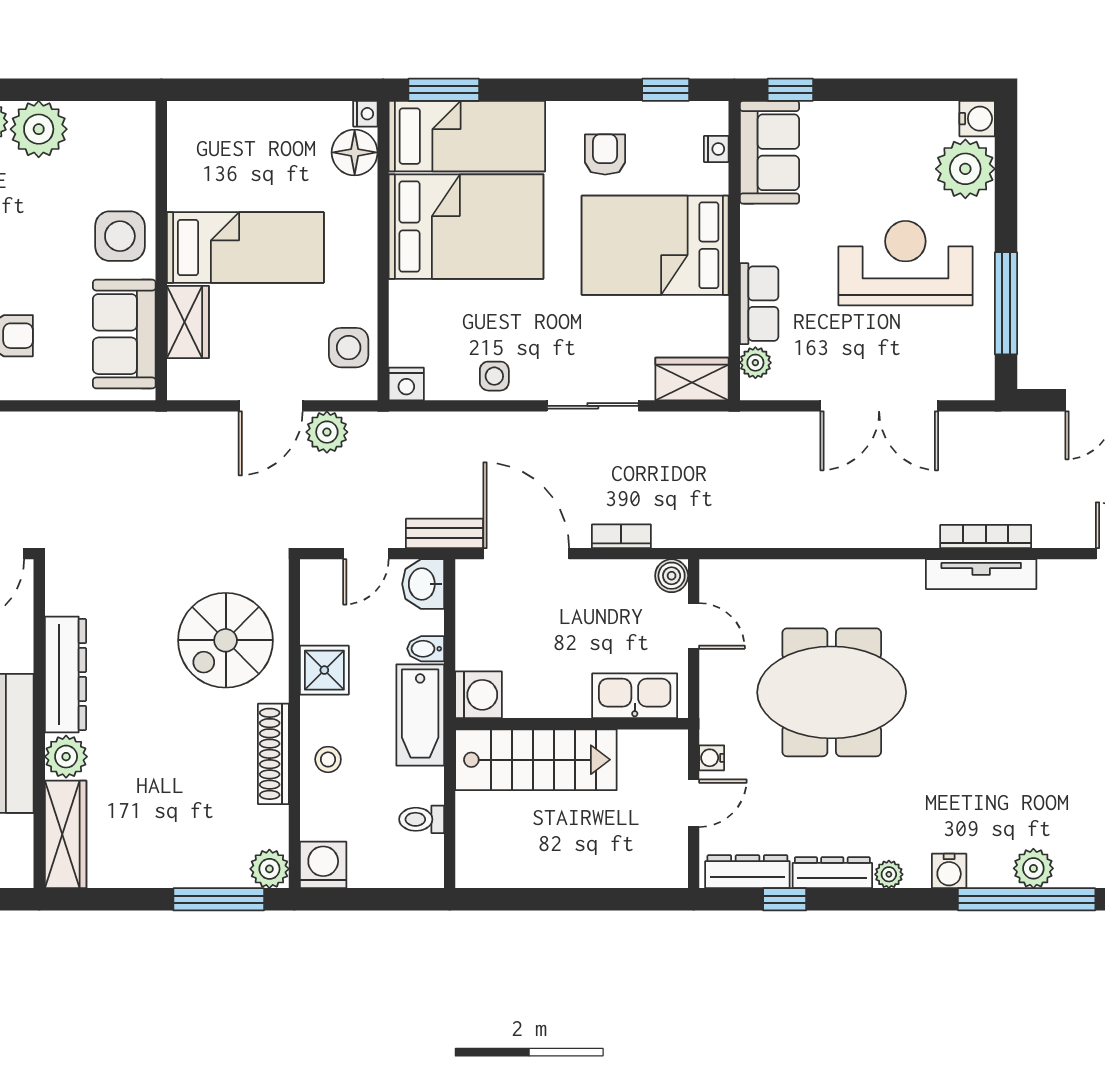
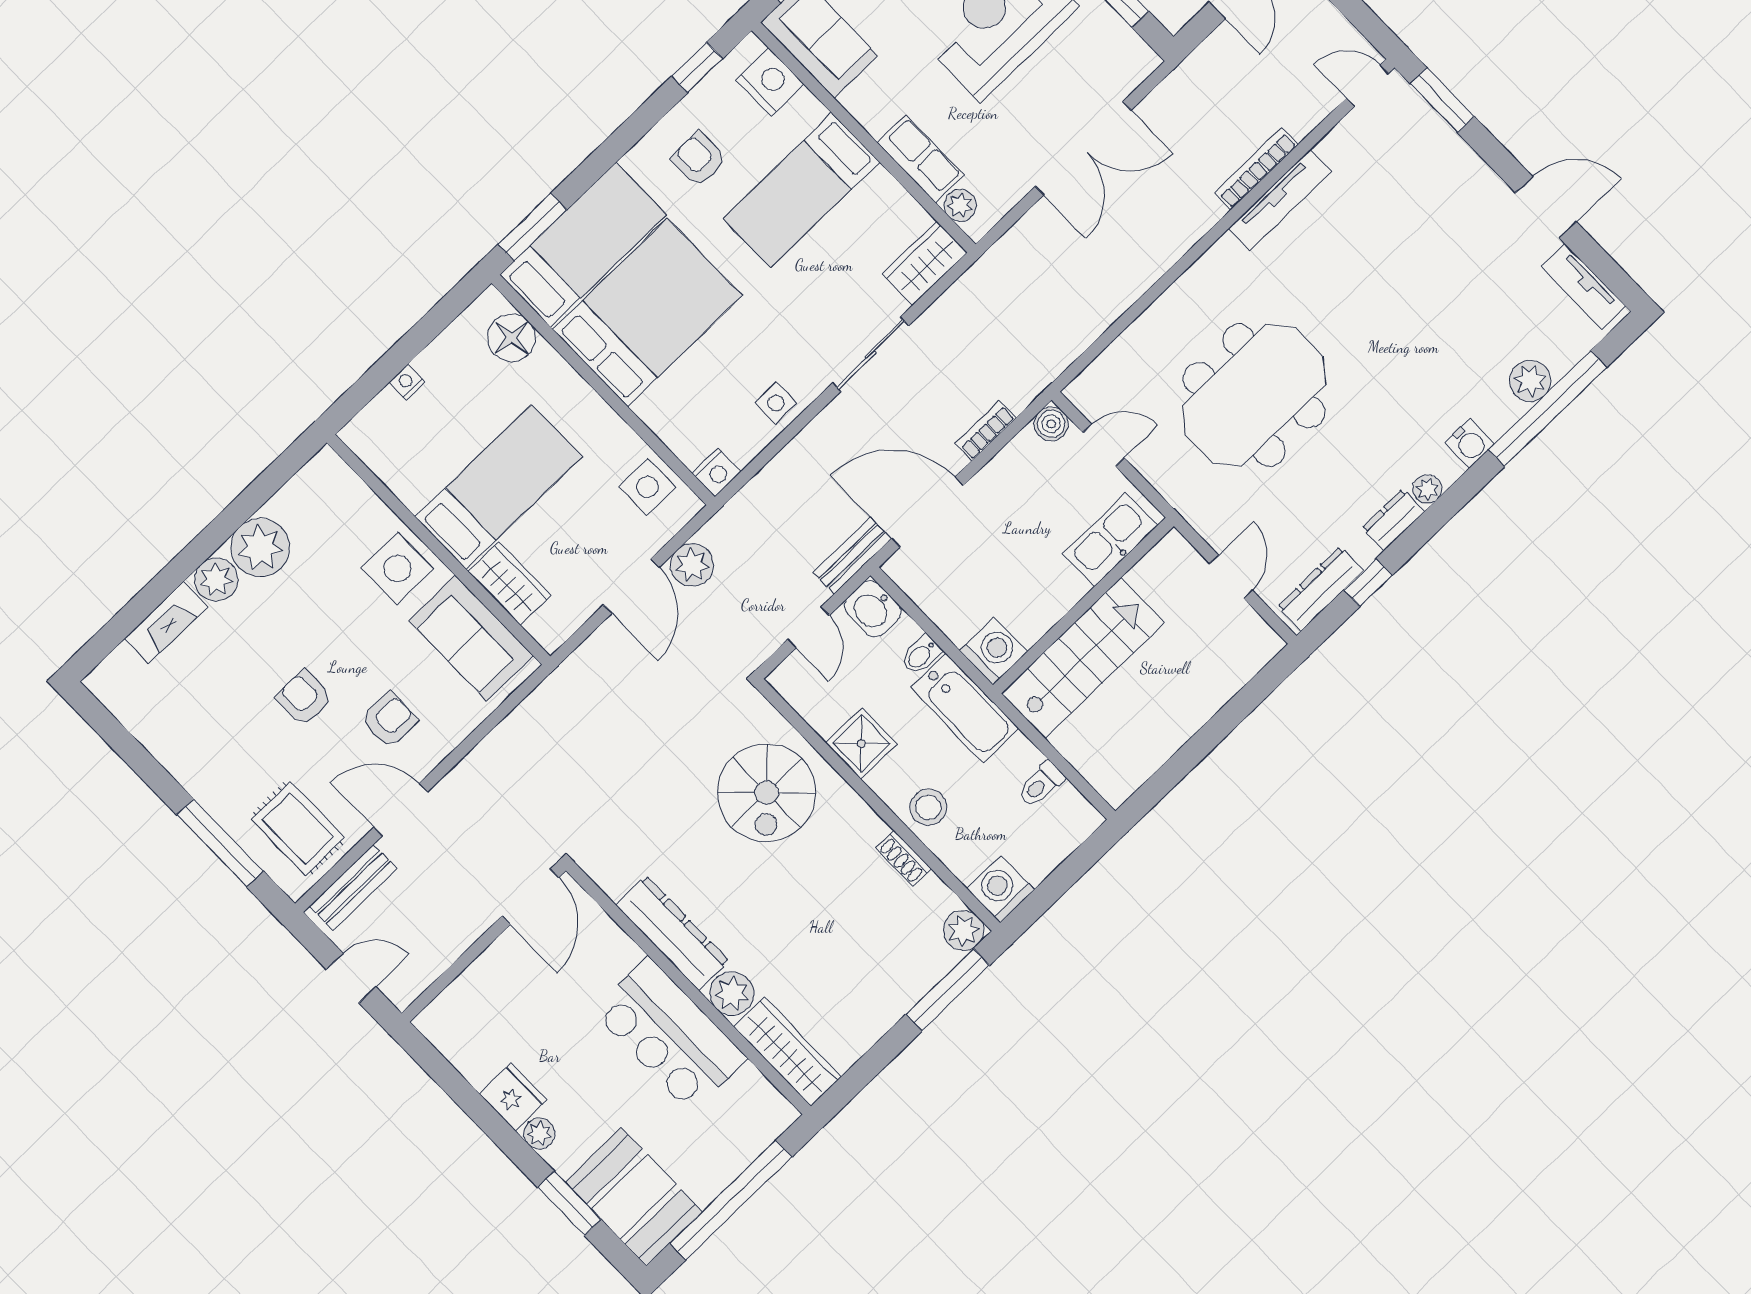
nightstand: (365, 114) -> (407, 382), moved, turned -90
nightstand: (716, 149) -> (770, 82), width x1.89, depth x1.79
bed: (655, 245) -> (801, 190), width x0.67
shoe rack: (273, 754) -> (903, 858), width x0.51, depth x0.81
water cooler: (712, 758) -> (1212, 530), removed
stool: (328, 759) -> (928, 807), width x1.37, depth x1.37
dresser: (832, 873) -> (1393, 520), width x0.70

